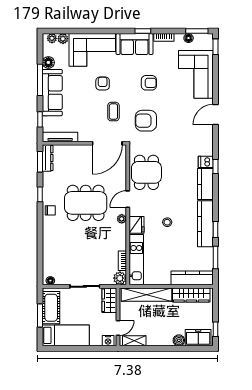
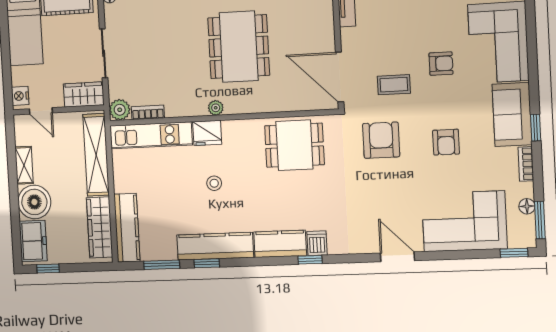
door: (128, 199) -> (249, 116), removed
boiler: (179, 340) -> (34, 202), width x1.86, depth x1.86
shelving: (134, 341) -> (24, 165), moved

